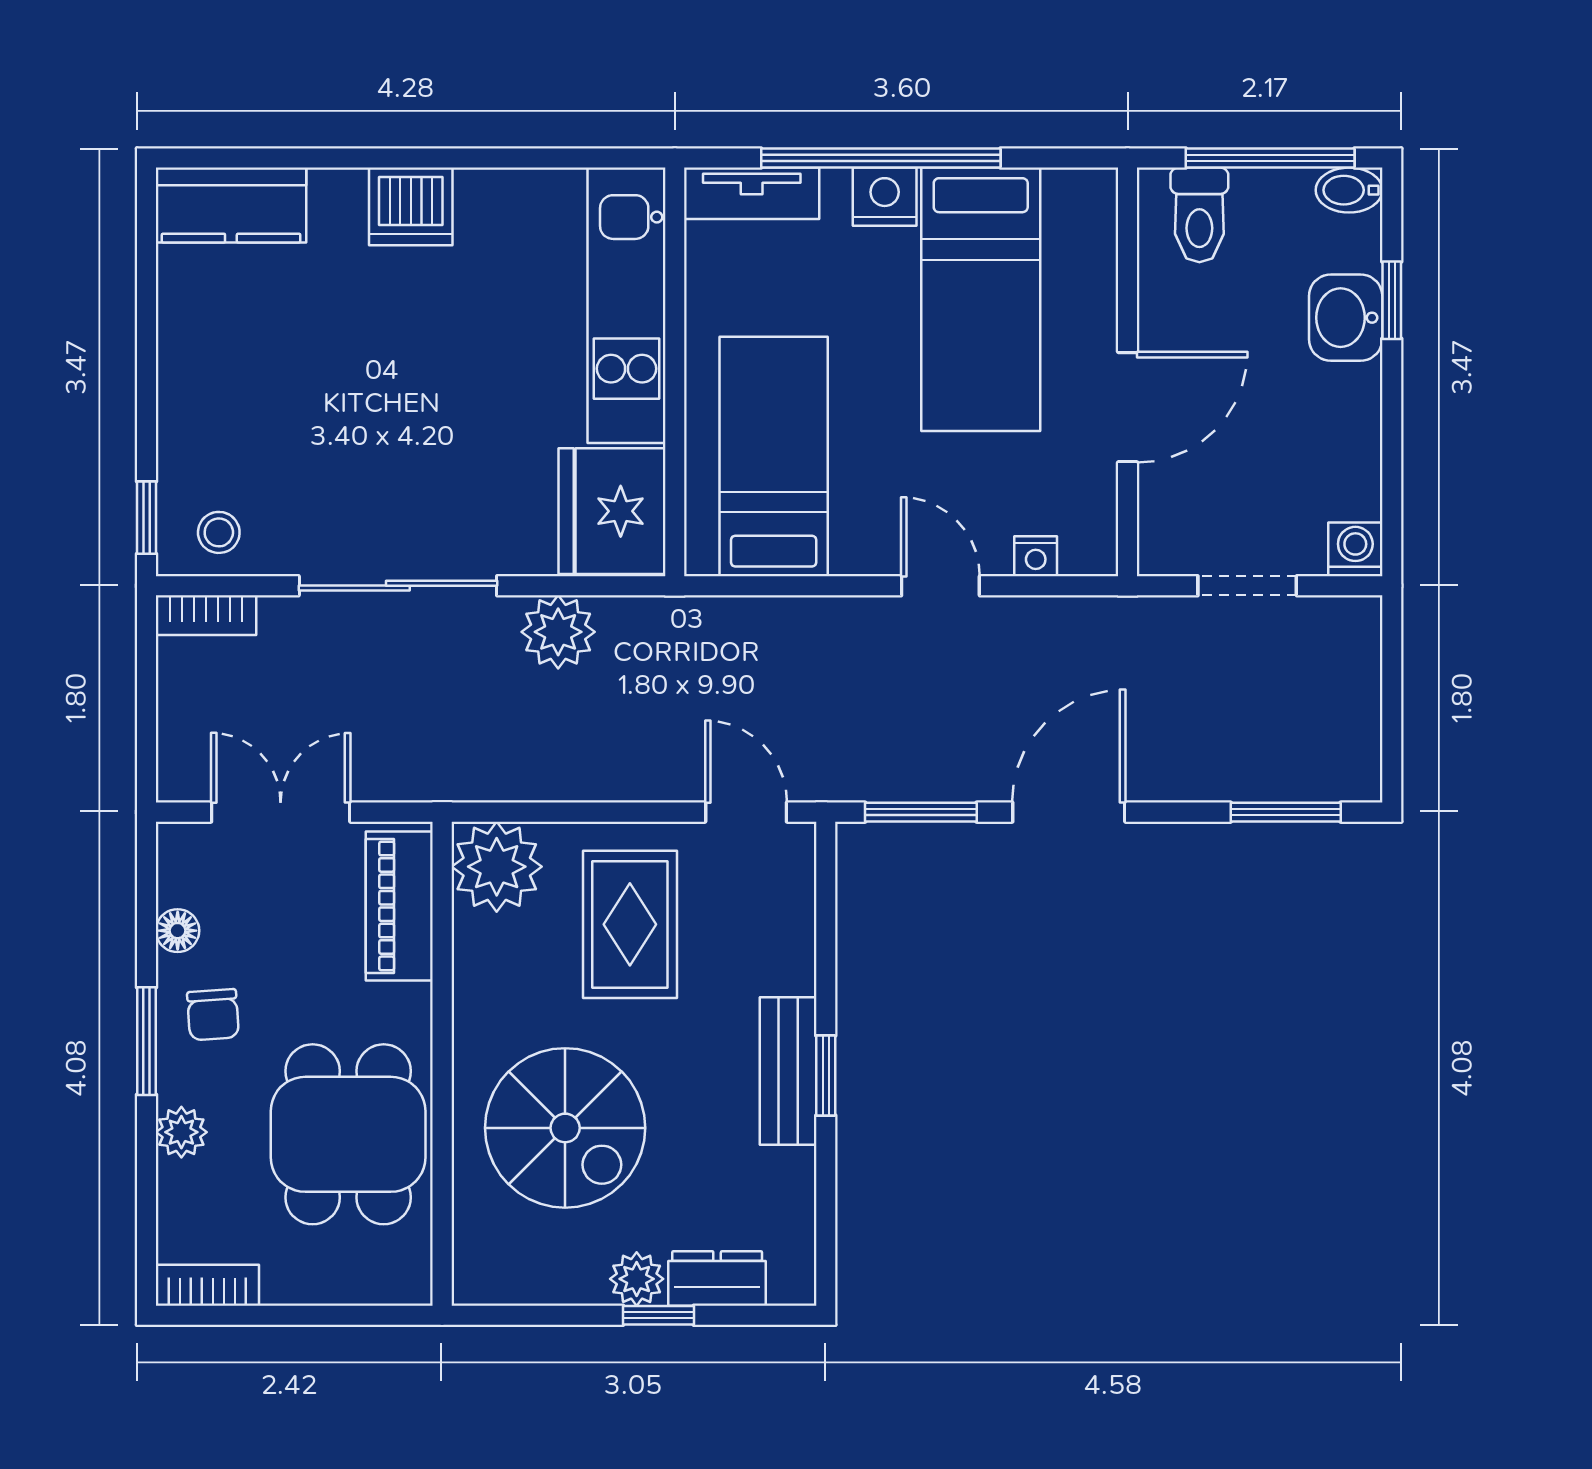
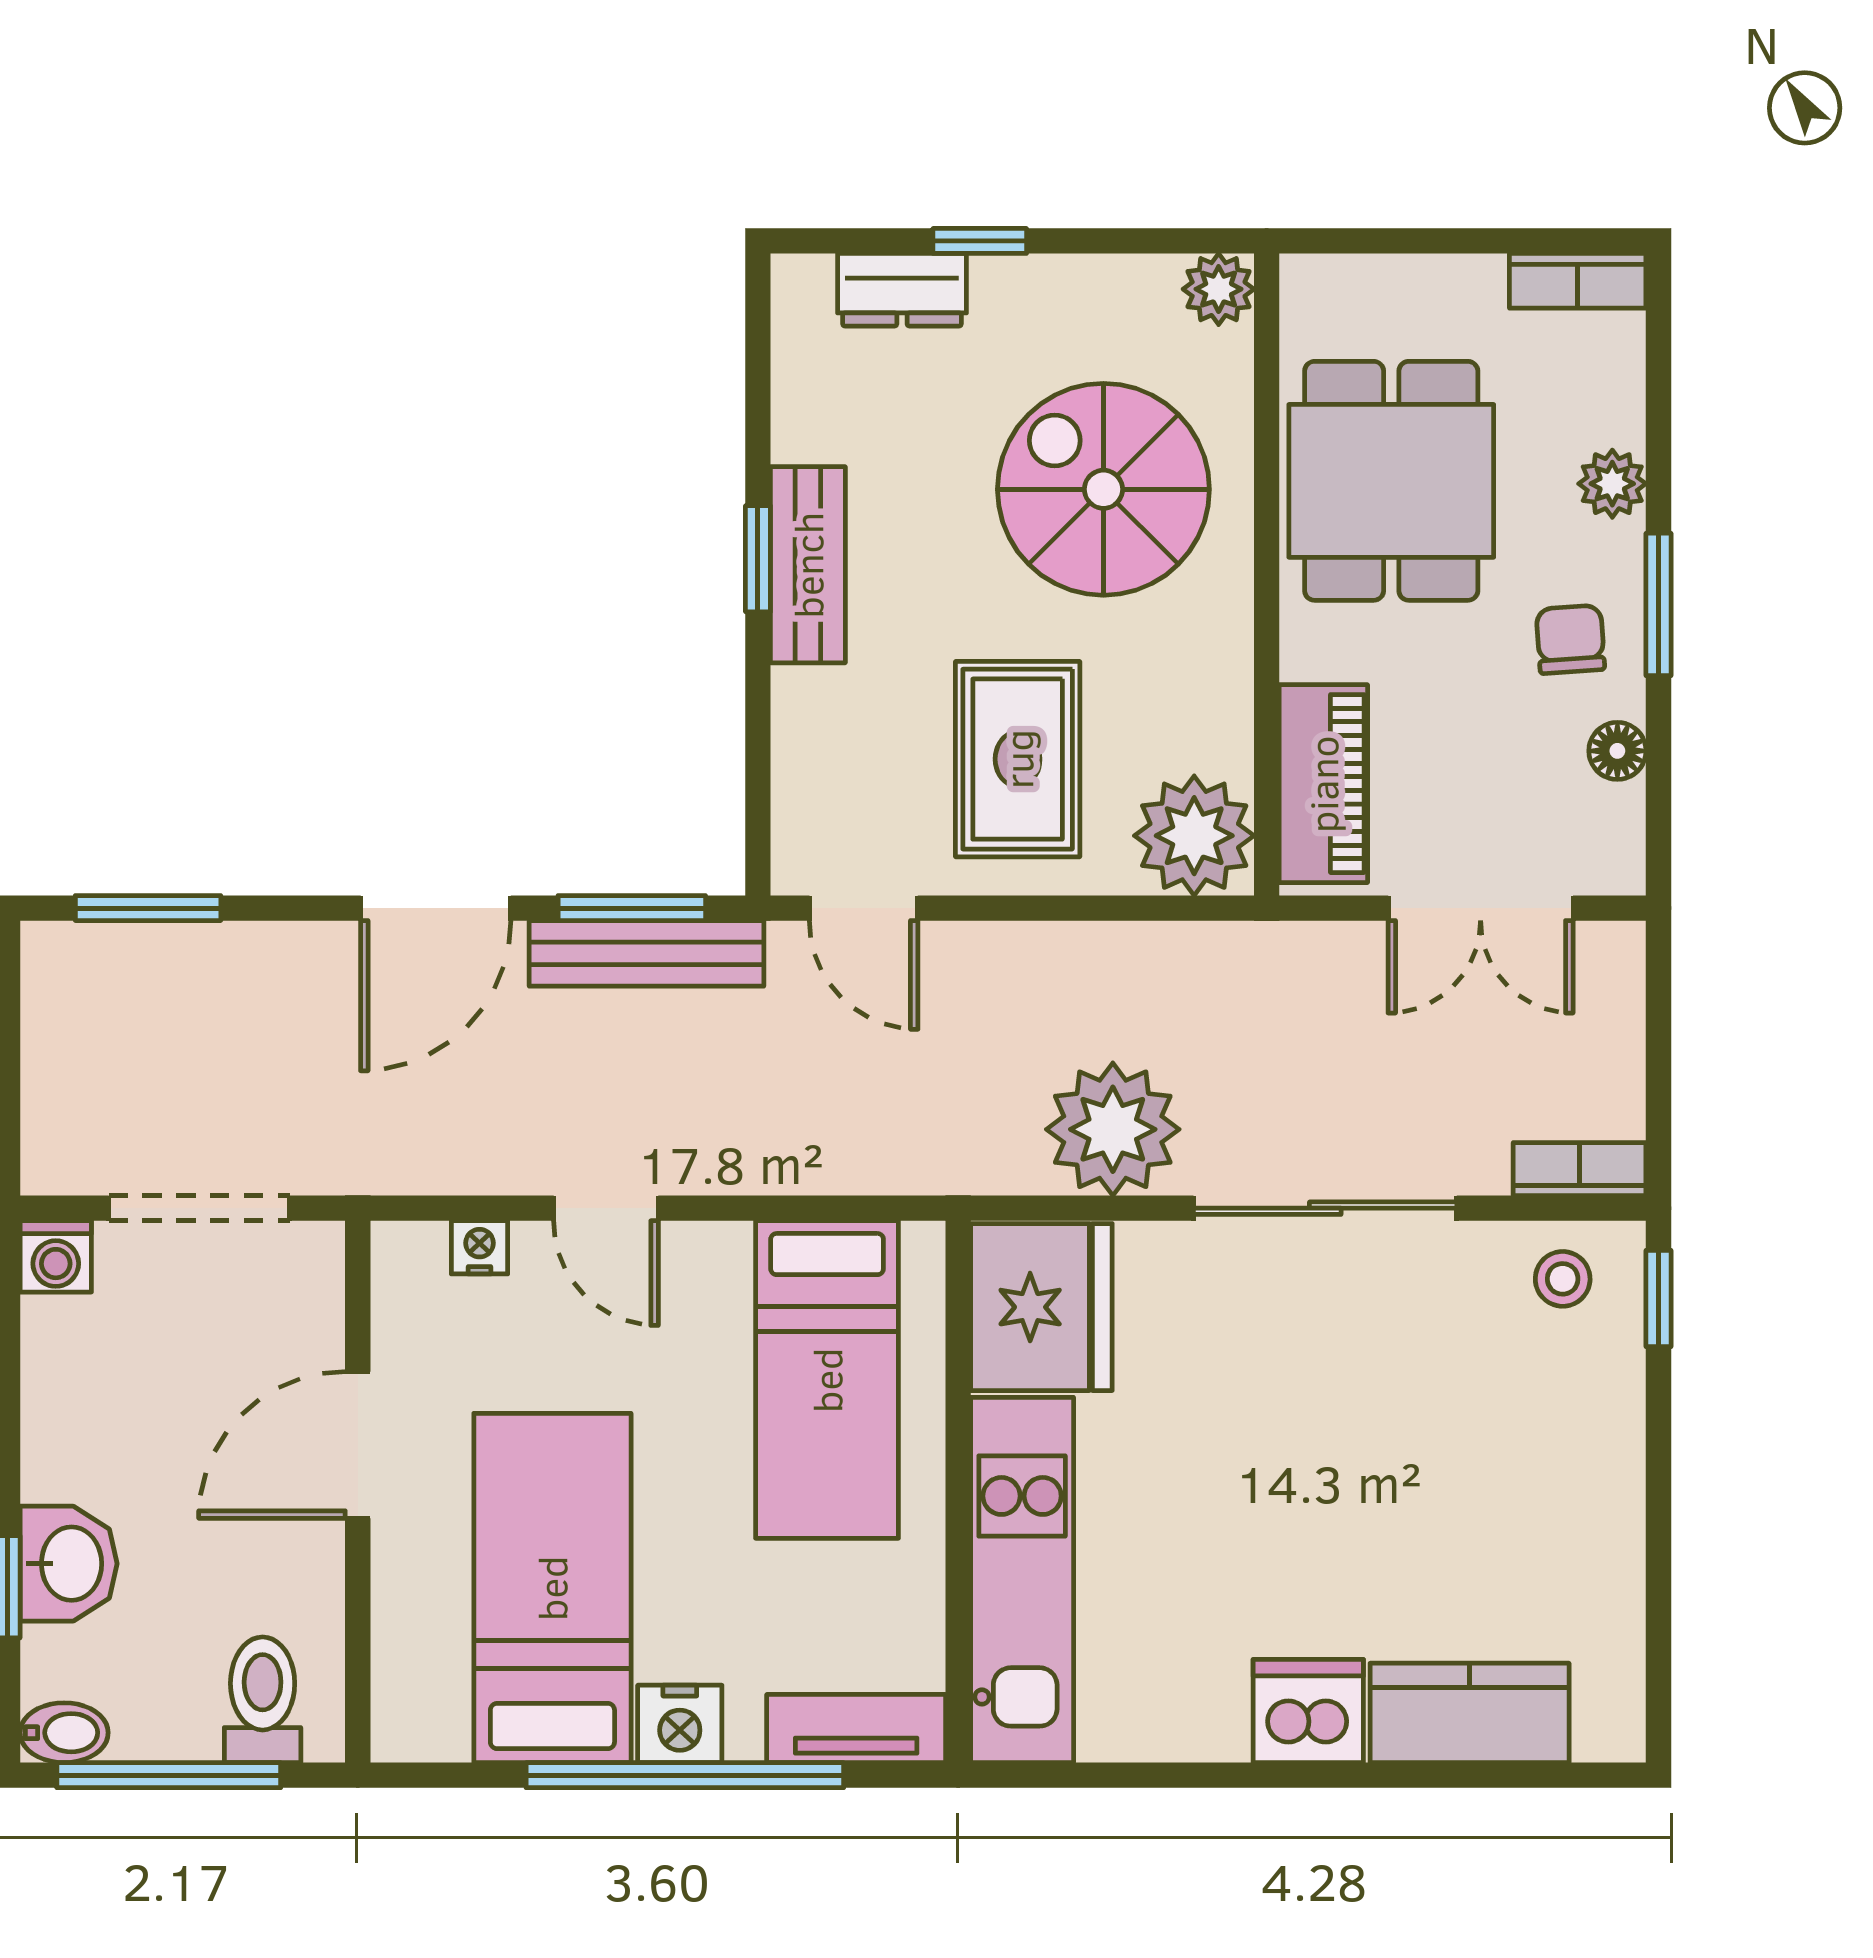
kitchen counter: (231, 205) -> (1470, 1713), moved
doorway: (1247, 586) -> (199, 1208), width x1.38
plant: (558, 632) -> (1113, 1129), width x1.36, depth x1.36
bench: (910, 778) -> (646, 953), added
plant: (637, 1279) -> (1219, 289), moved

